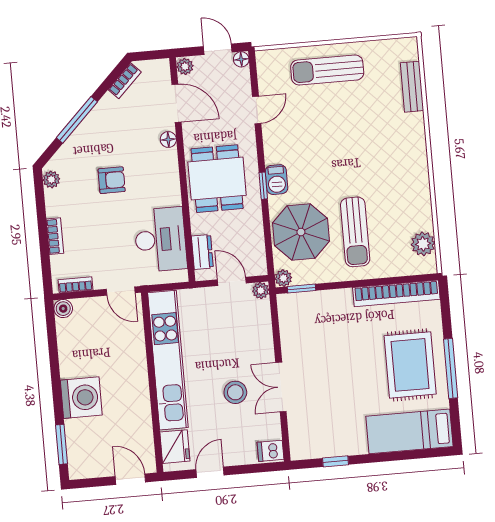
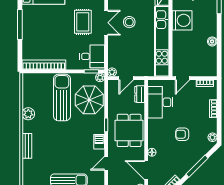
bench: (412, 87) -> (27, 146), moved
barbecue: (277, 180) -> (99, 142), moved
sun lounger: (355, 232) -> (62, 98), width x1.36, depth x1.34
plant: (423, 244) -> (28, 114), moved
door: (232, 281) -> (126, 78), hinge flipped
door: (121, 291) -> (183, 78), swing flipped
boiler: (63, 309) -> (212, 41), moved
desk: (303, 318) -> (92, 56), added
rug: (410, 365) -> (83, 22), moved, width x0.73, depth x0.70
washing machine: (81, 398) -> (182, 20), moved, turned 180

